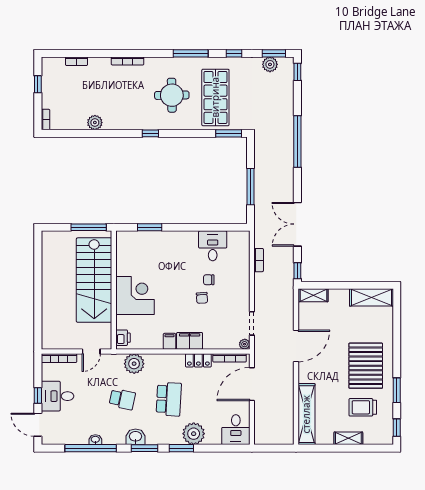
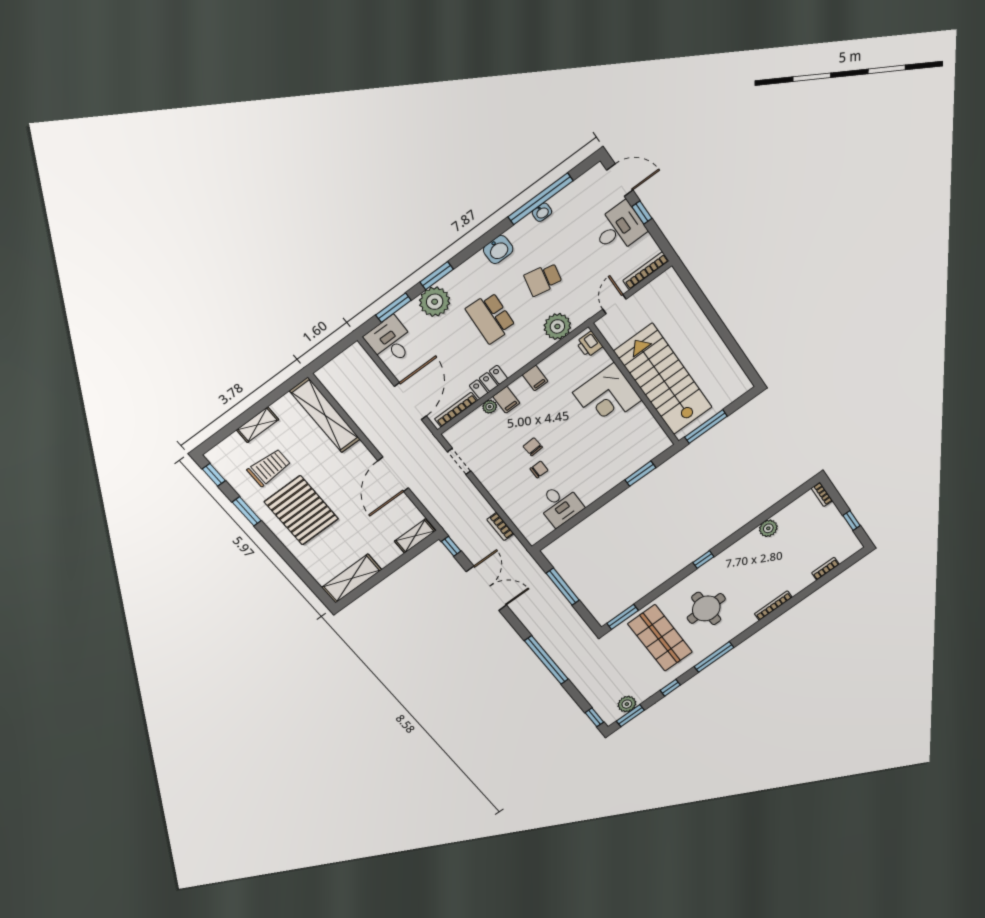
filing cabinet: (190, 341) -> (506, 400), width x0.50
plant: (245, 344) -> (490, 407), moved
window: (145, 448) -> (393, 308), moved

